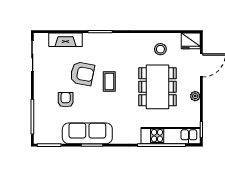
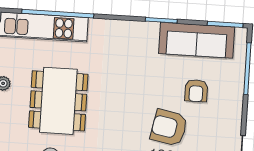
coffee table: (109, 82) -> (129, 113), removed
sofa: (87, 133) -> (197, 40), moved

